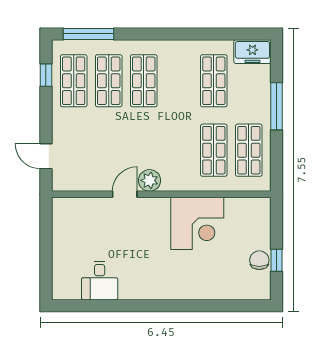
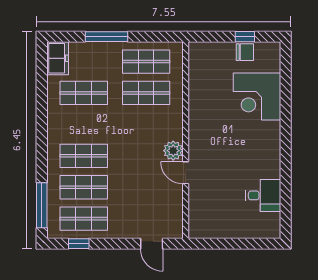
door: (46, 156) -> (152, 244), hinge flipped
corner desk: (197, 223) -> (257, 96), moved, turned 180
chair: (259, 260) -> (245, 52), turned 180

